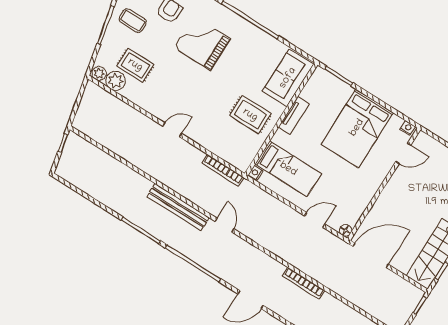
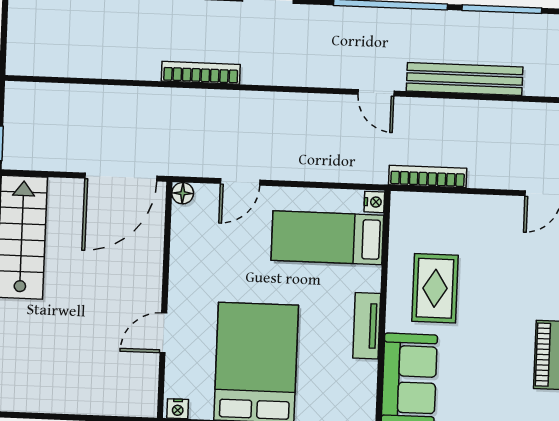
rug: (250, 115) -> (435, 288), turned 90
door: (403, 153) -> (163, 333), moved

